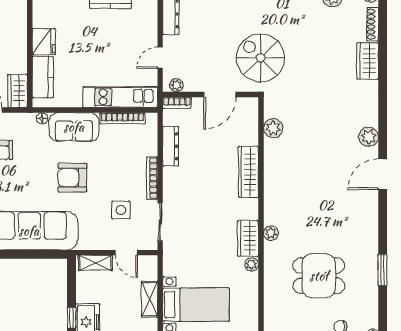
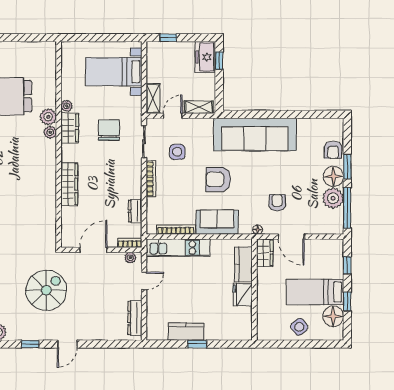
spiral stairs: (260, 58) -> (46, 290), moved, turned -90
floor lamp: (42, 118) -> (258, 230), moved
plant: (273, 128) -> (48, 117), moved
dresser: (171, 146) -> (135, 211), width x0.70
armchair: (72, 178) -> (218, 179), turned 180
chair: (202, 236) -> (109, 130), added
door: (126, 253) -> (173, 116), hinge flipped
shelving: (150, 299) -> (153, 99), moved

